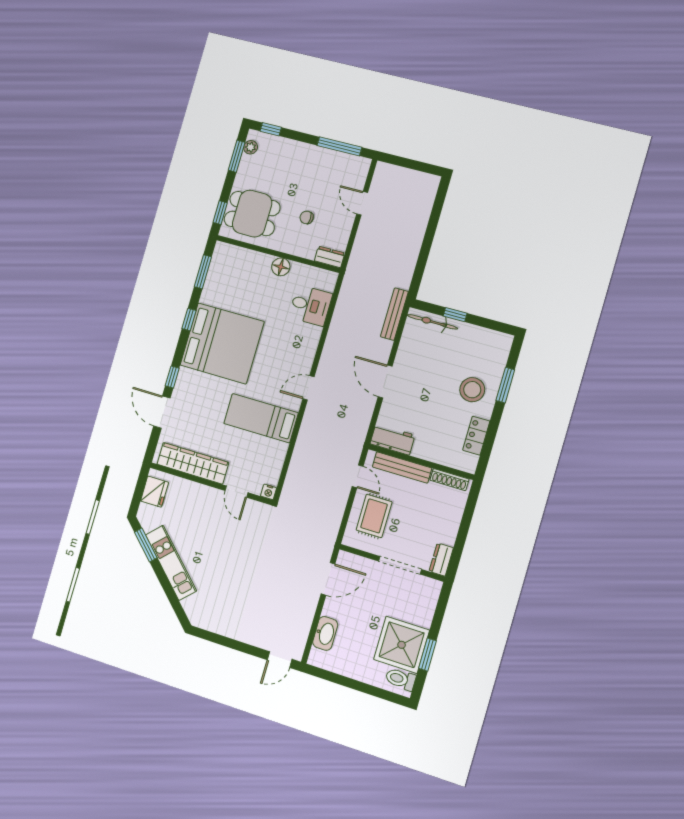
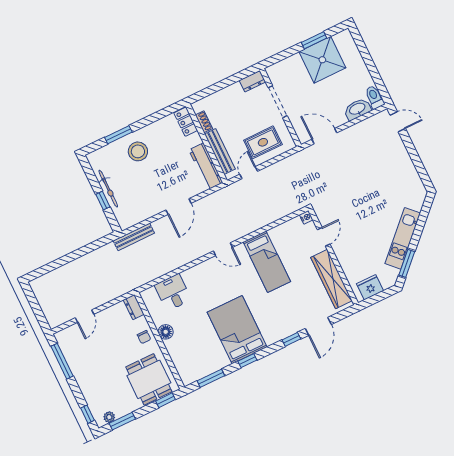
chair: (307, 217) -> (144, 337), moved
bicycle: (432, 322) -> (108, 189), moved
bed: (222, 343) -> (237, 330), width x0.73
locker: (476, 436) -> (186, 122), moved, turned 90
workbench: (392, 439) -> (206, 166), width x1.37
shoe rack: (449, 480) -> (204, 122), width x0.70
toilet: (401, 679) -> (374, 97), moved, turned 180

